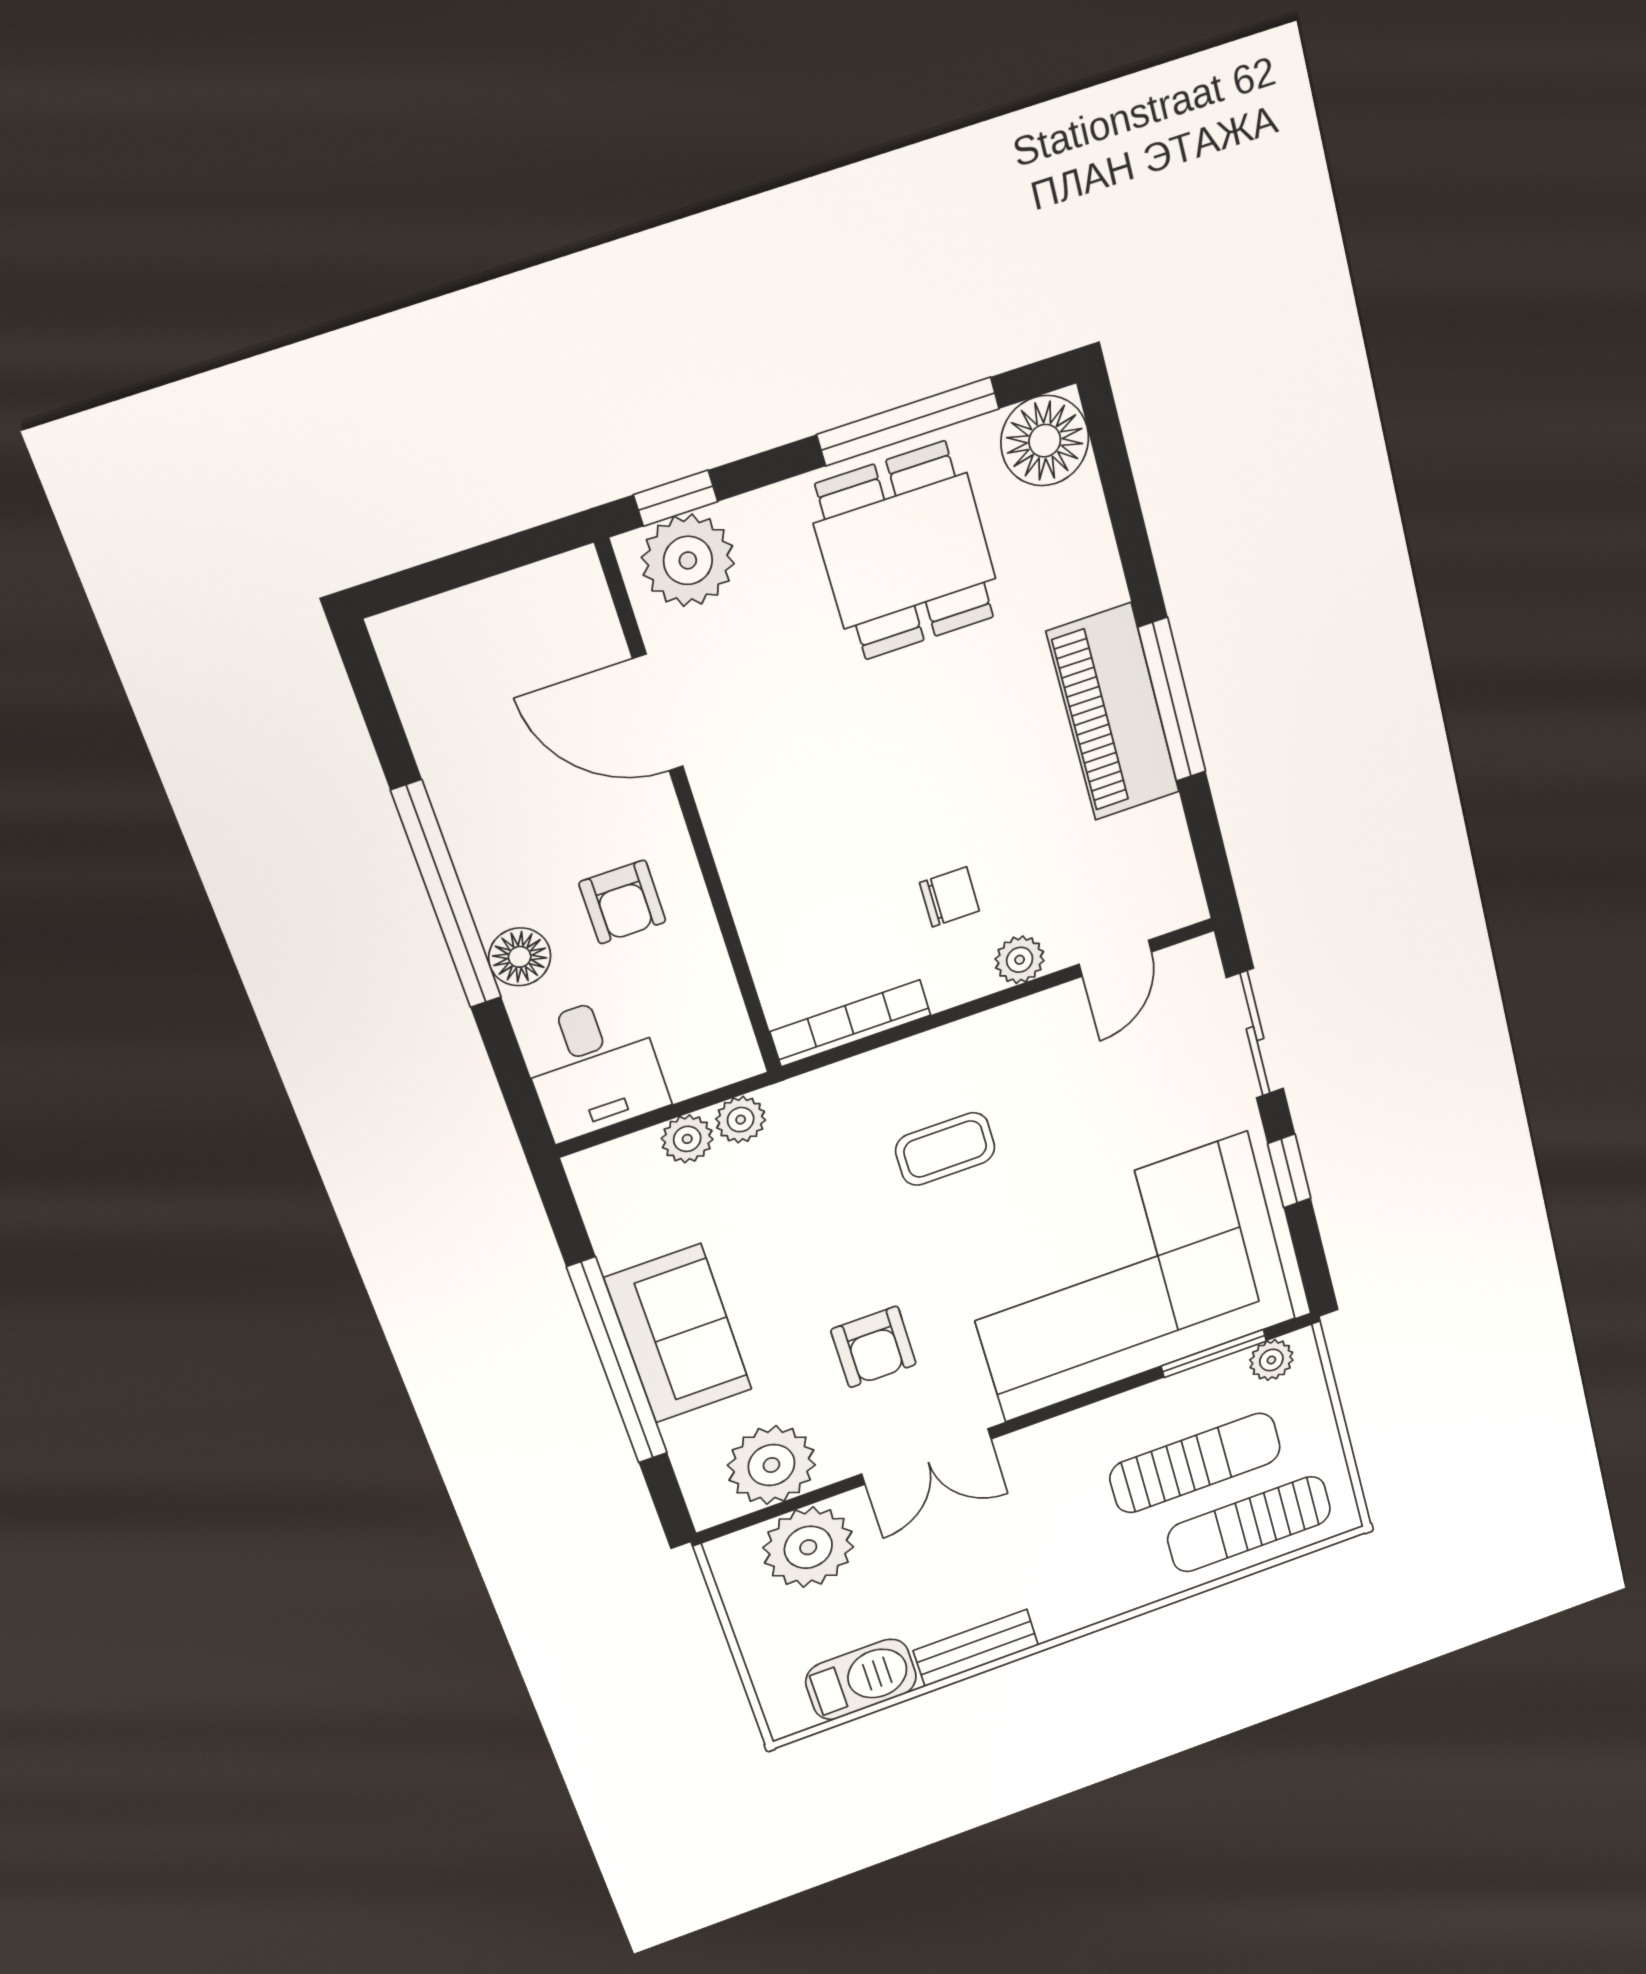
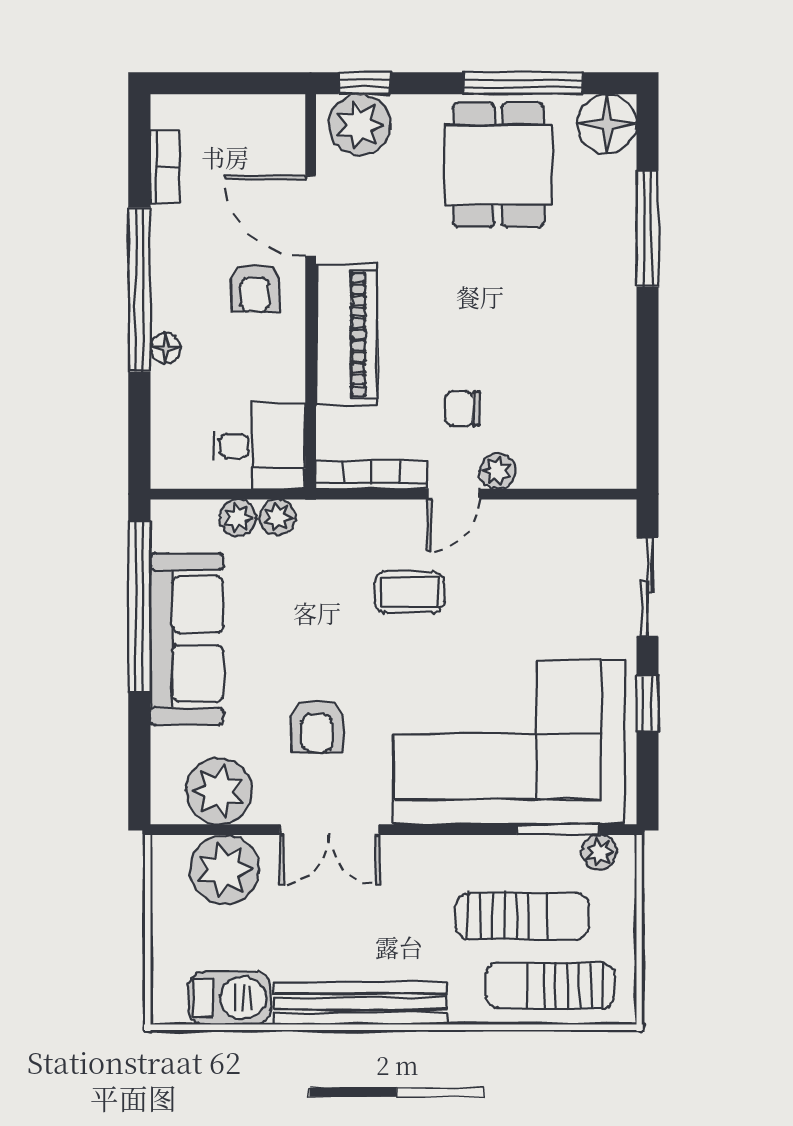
window: (1172, 700) -> (647, 229), moved
piano: (1113, 712) -> (347, 334), moved, turned 180
bookcase: (423, 716) -> (165, 167), added
chair: (950, 897) -> (463, 409), turned 180
armchair: (622, 902) -> (255, 288), moved
floor lamp: (520, 957) -> (165, 348), width x0.73, depth x0.73
door: (1115, 958) -> (453, 494), moved
desk: (594, 1067) -> (259, 446), moved, turned -90
sofa: (678, 1334) -> (187, 639), width x1.36
window: (618, 1361) -> (139, 607), moved
bench: (976, 1648) -> (361, 1003), width x1.86, depth x1.21

